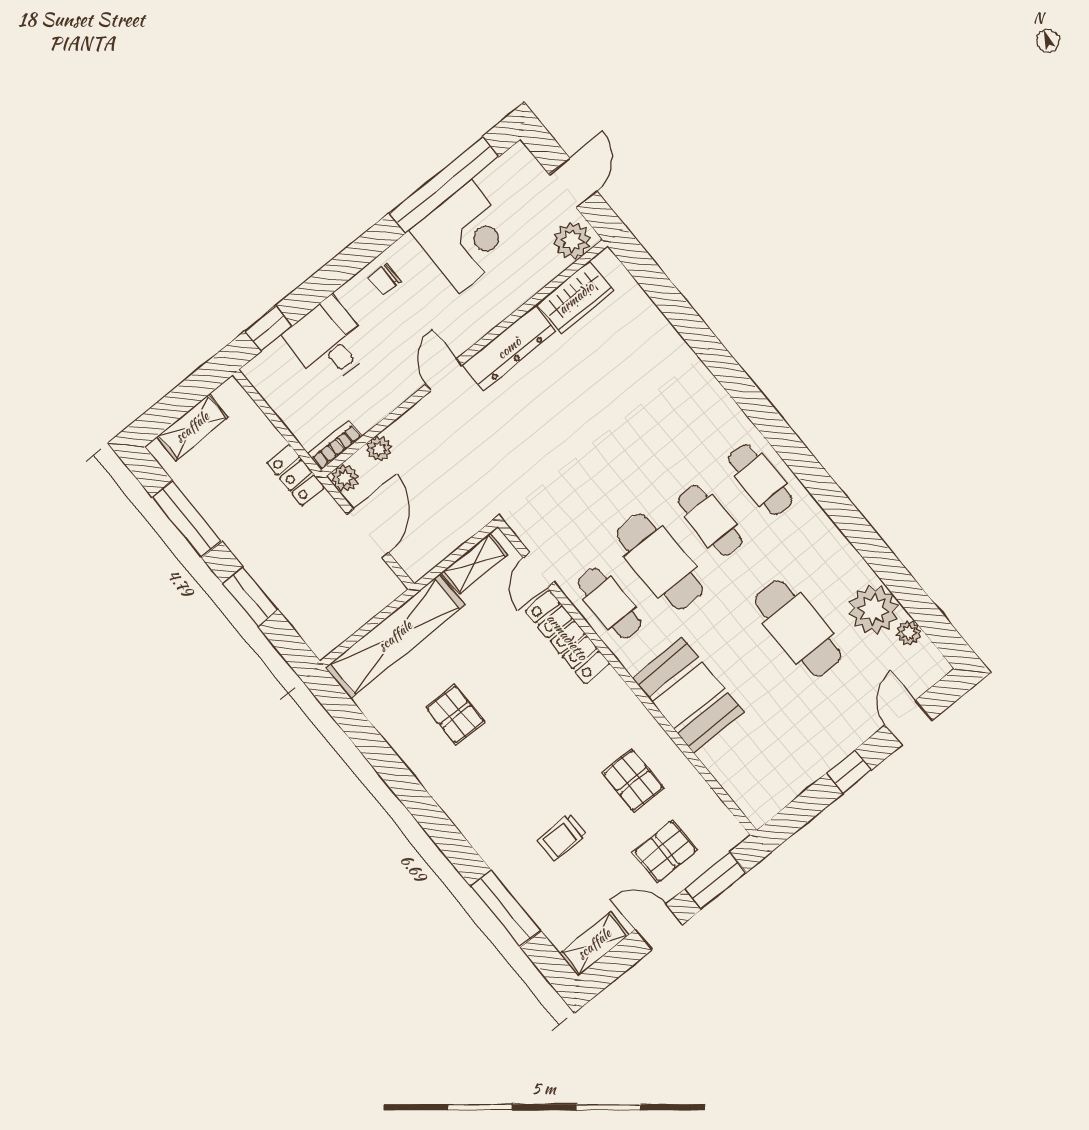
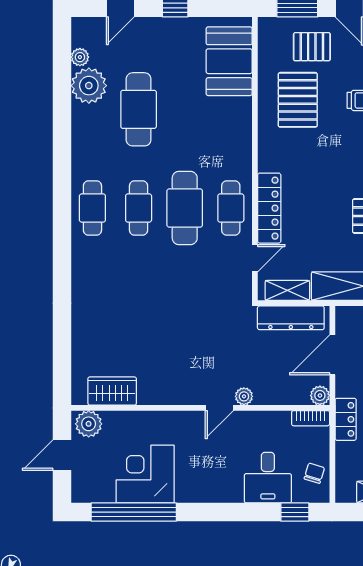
chair: (385, 280) -> (314, 473), moved, turned -73
dresser: (509, 348) -> (291, 318), moved, turned 180
plant: (379, 449) -> (244, 396), moved
booth: (688, 695) -> (229, 61), moved
pallet: (633, 781) -> (298, 100), width x1.50, depth x1.42

